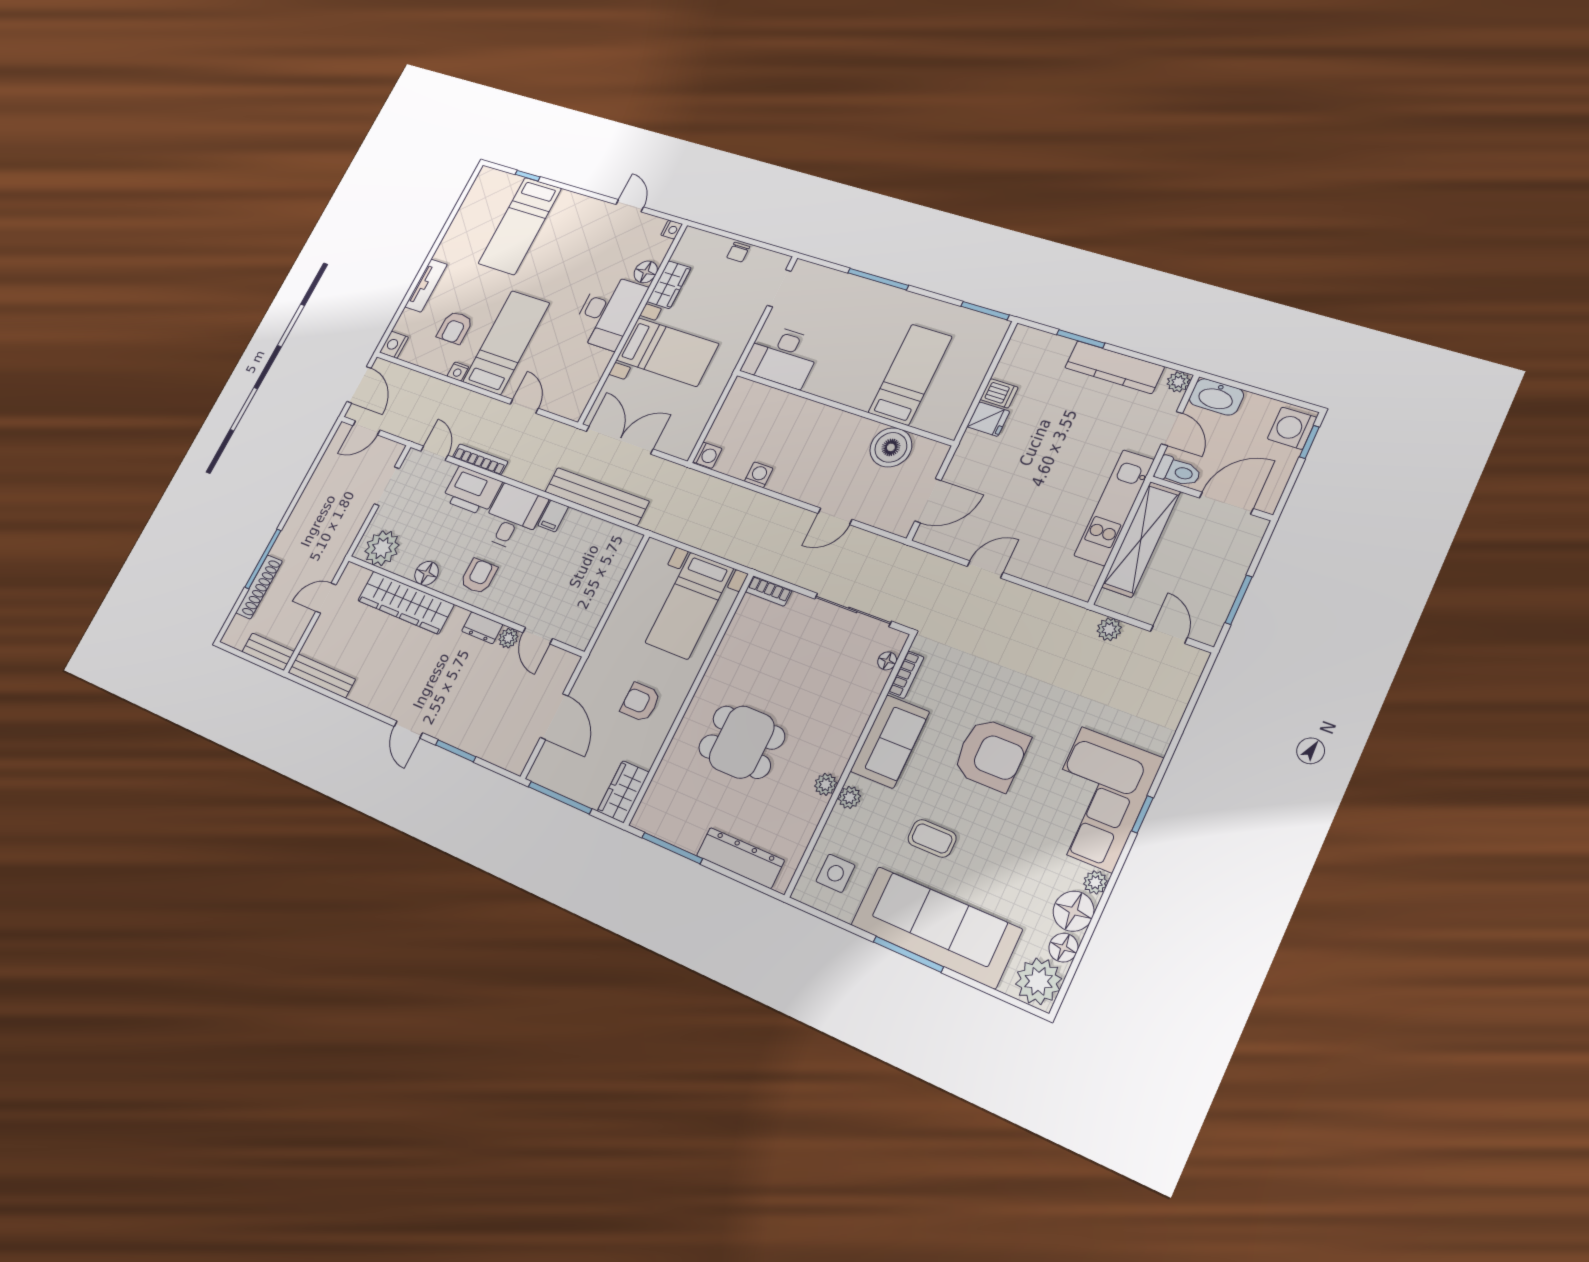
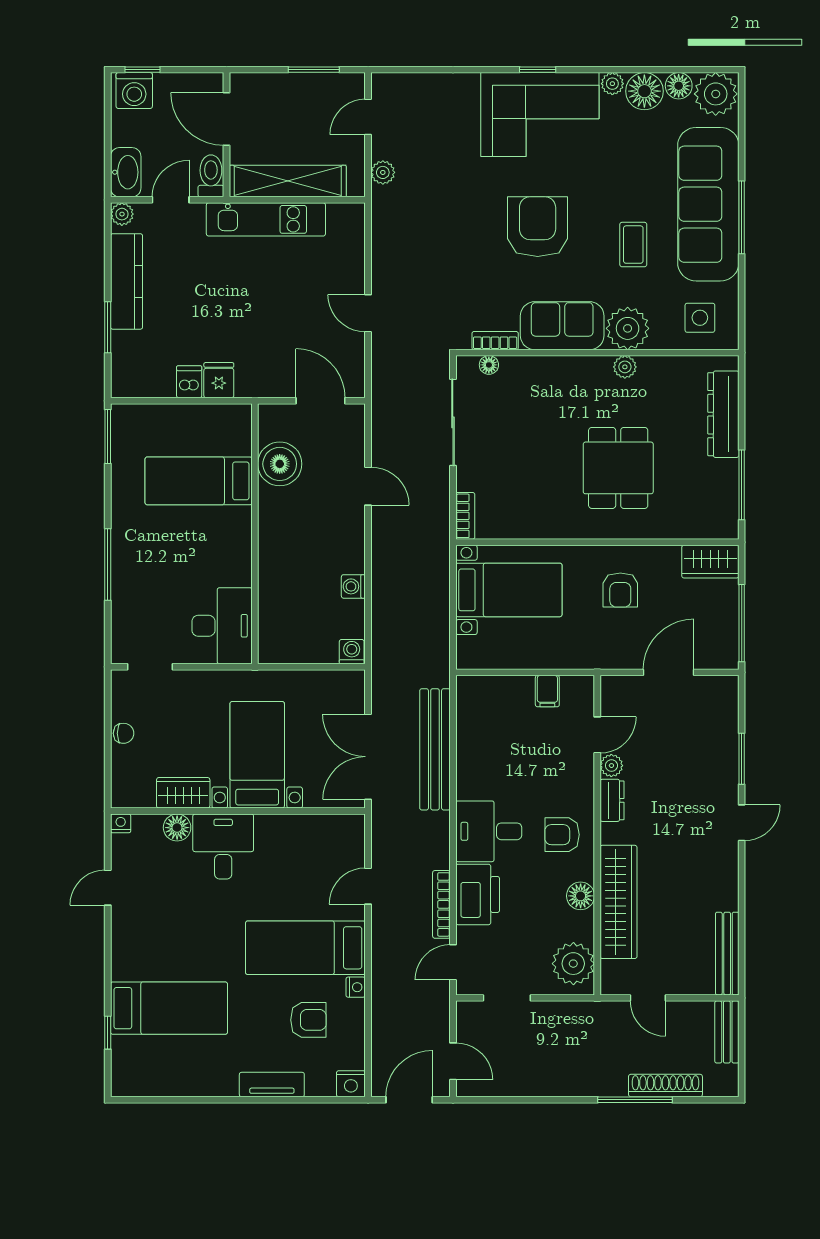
desk: (608, 312) -> (223, 847), width x0.73
filing cabinet: (553, 516) -> (547, 691), moved, turned 90
plant: (850, 797) -> (628, 328), width x1.87, depth x1.87

